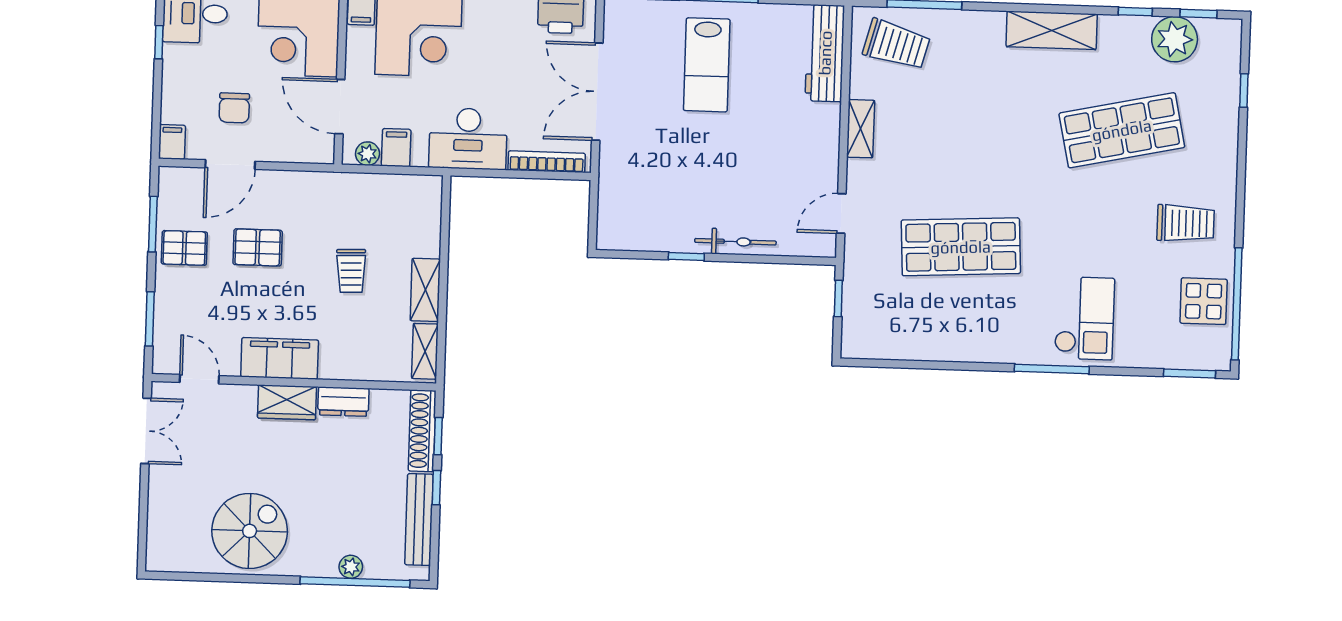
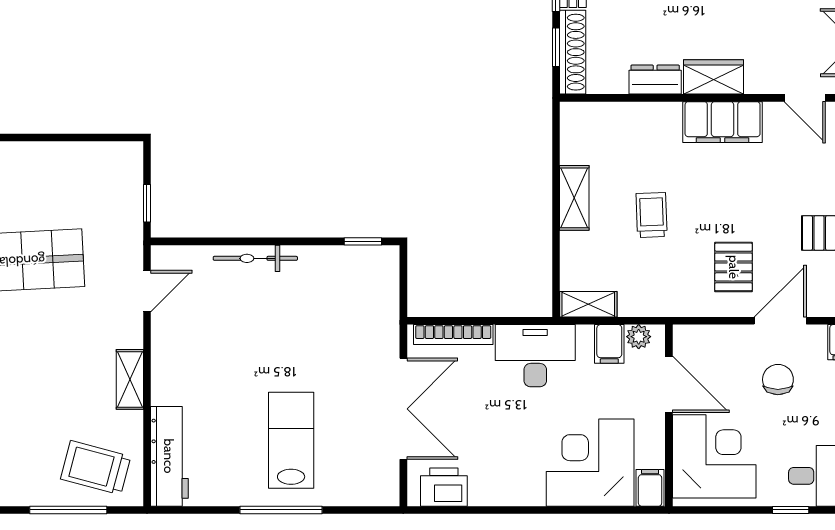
pallet: (258, 247) -> (734, 267), moved, turned 90
window: (686, 256) -> (363, 241), moved
shelving: (425, 351) -> (588, 304), moved, turned 90

